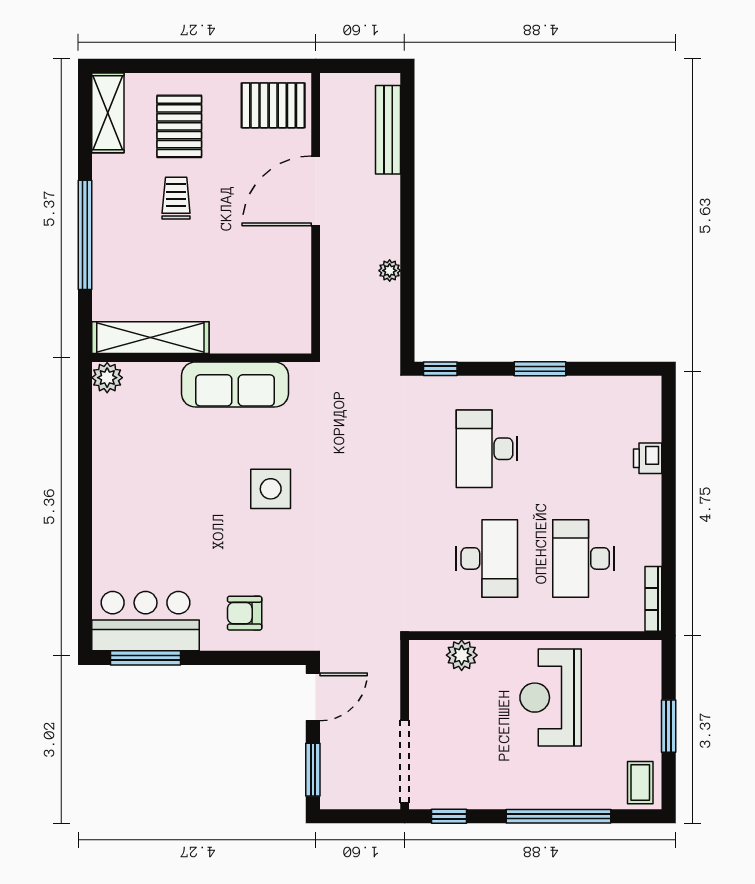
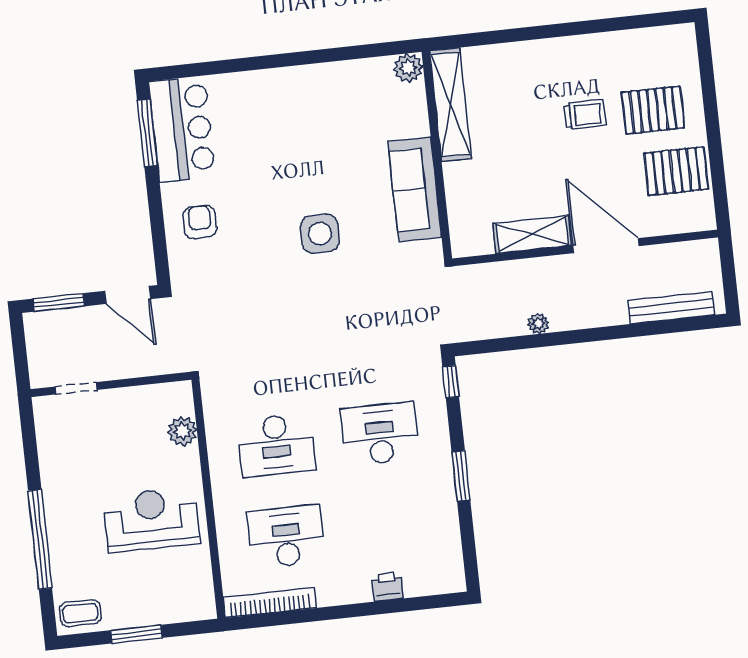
pallet: (273, 105) -> (676, 171), moved, turned 90
shelving: (108, 113) -> (532, 234), moved
window: (85, 235) -> (541, 32), removed
bookcase: (653, 599) -> (270, 603), width x1.48, depth x1.31
doorway: (405, 761) -> (76, 388), width x0.53
window: (449, 816) -> (29, 436), removed

